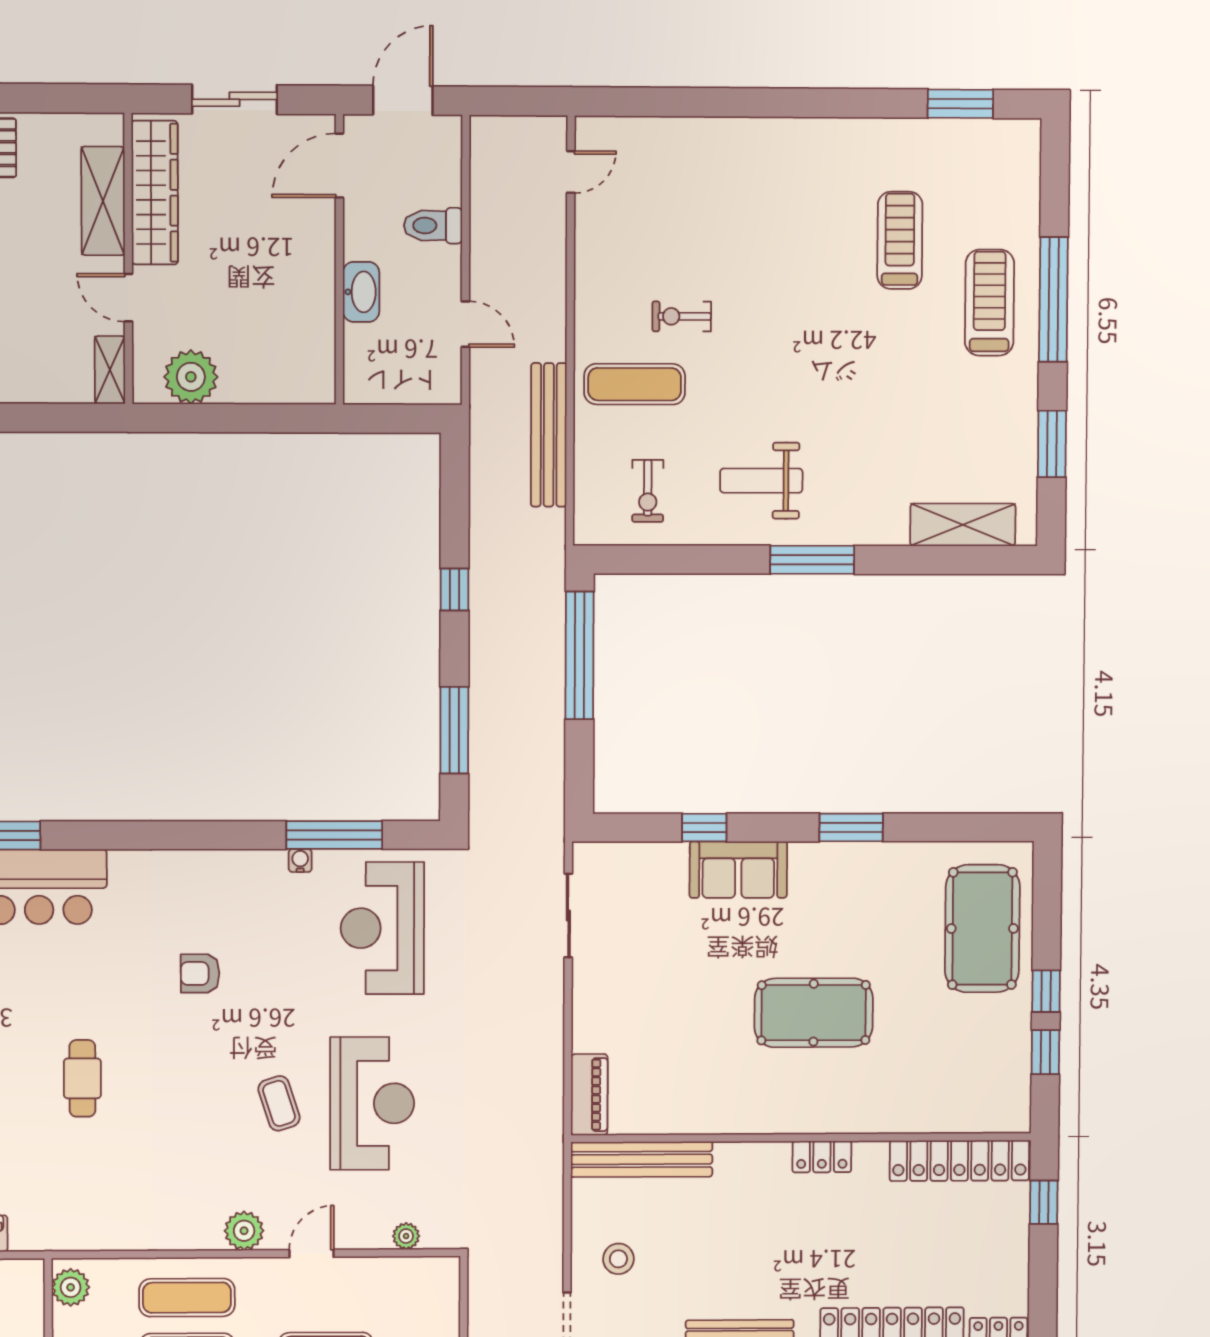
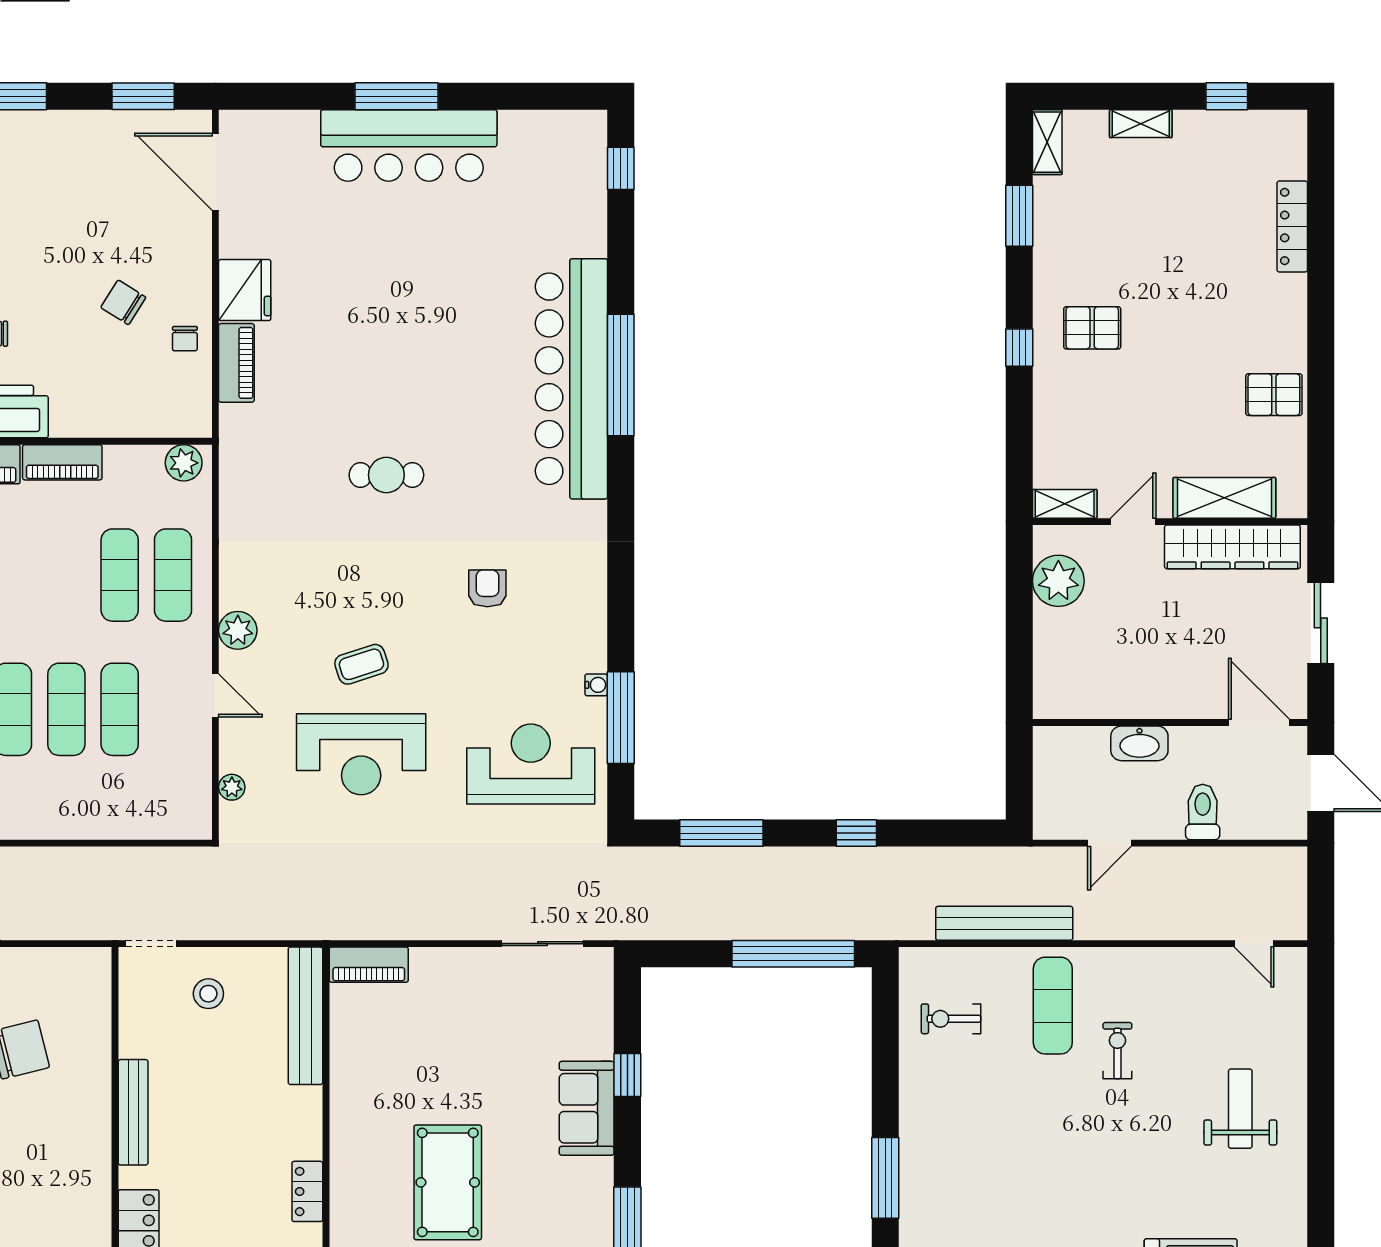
weight bench: (761, 481) -> (1240, 1109), moved

